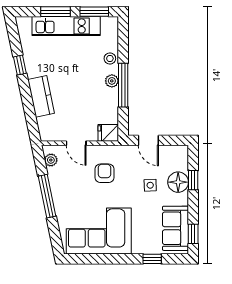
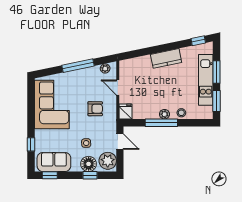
window: (20, 65) -> (198, 41), moved
kitchen counter: (41, 96) -> (166, 58), moved
door: (148, 140) -> (120, 142), swing flipped
door: (76, 143) -> (118, 88), hinge flipped
plant: (174, 157) -> (108, 161), added

